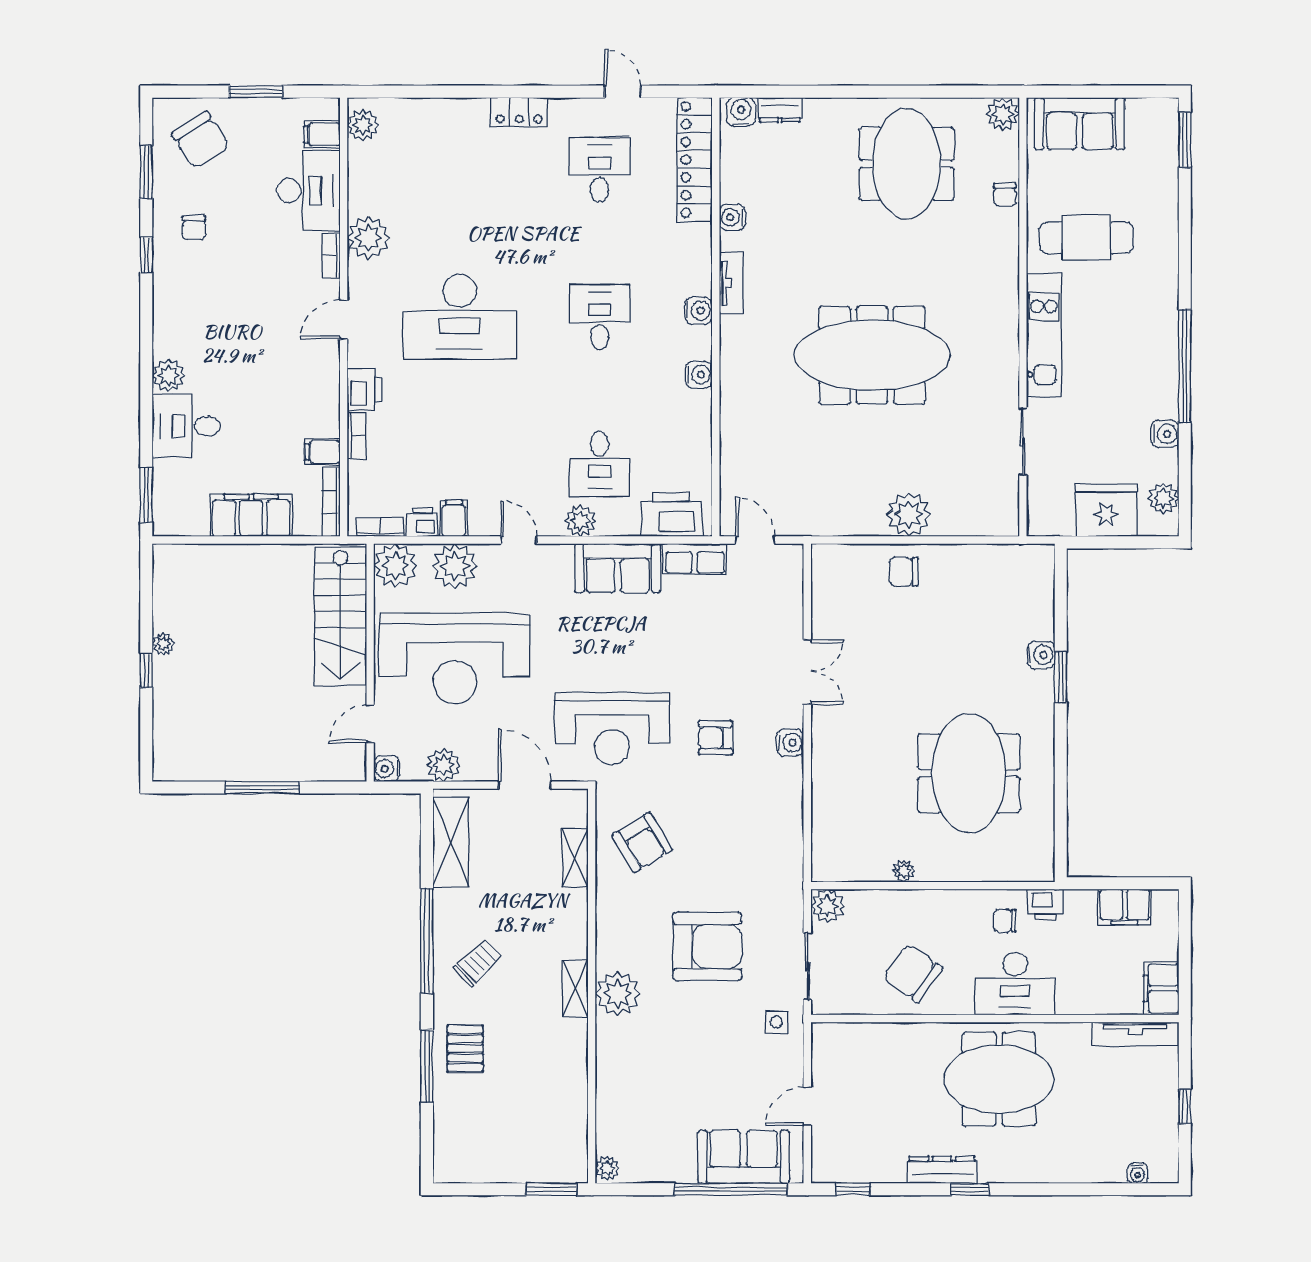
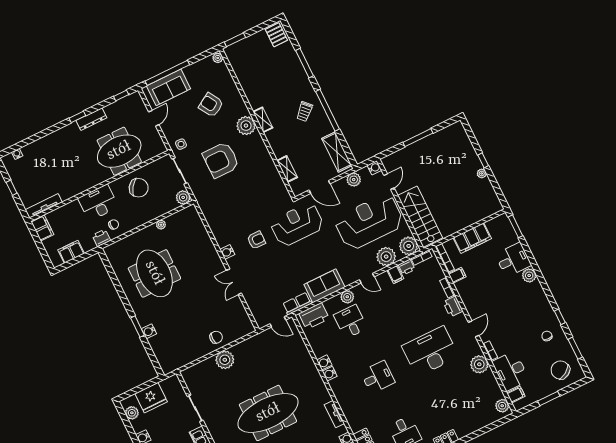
water cooler: (698, 311) -> (324, 362), moved
desk: (600, 317) -> (378, 377), turned -90
armchair: (642, 842) -> (211, 105), moved
pallet: (465, 1048) -> (276, 35), moved
meeting table: (999, 1079) -> (119, 151), moved

